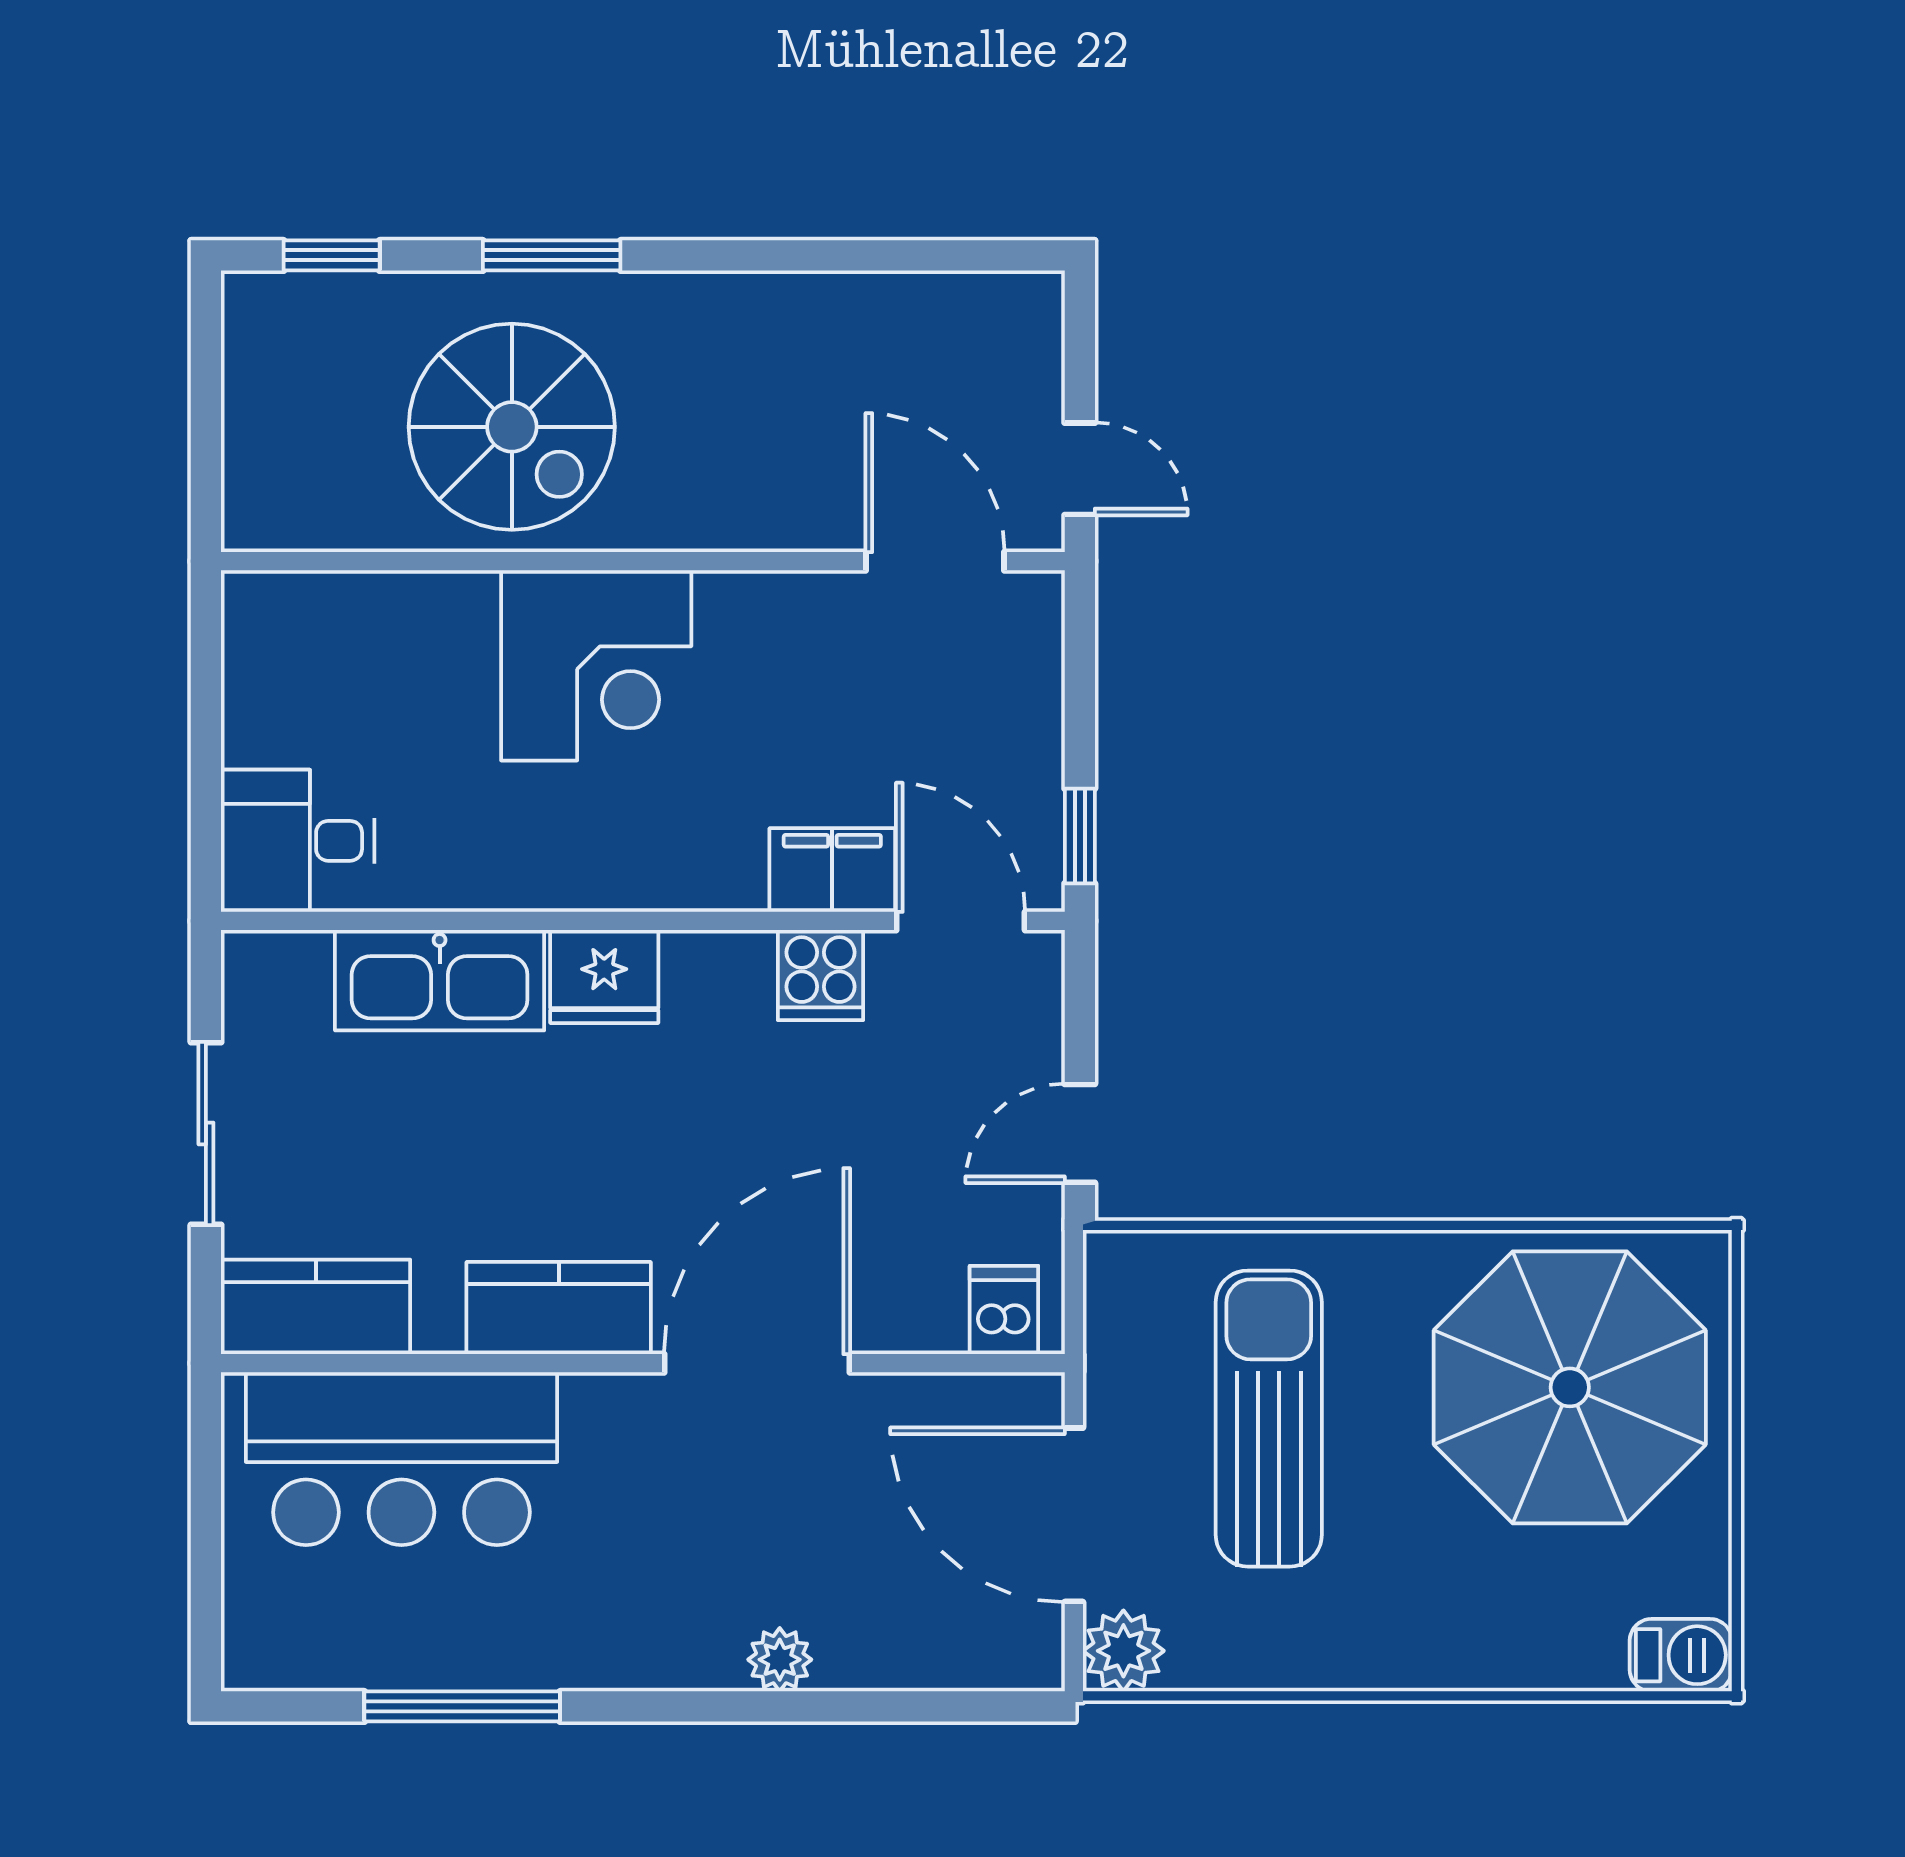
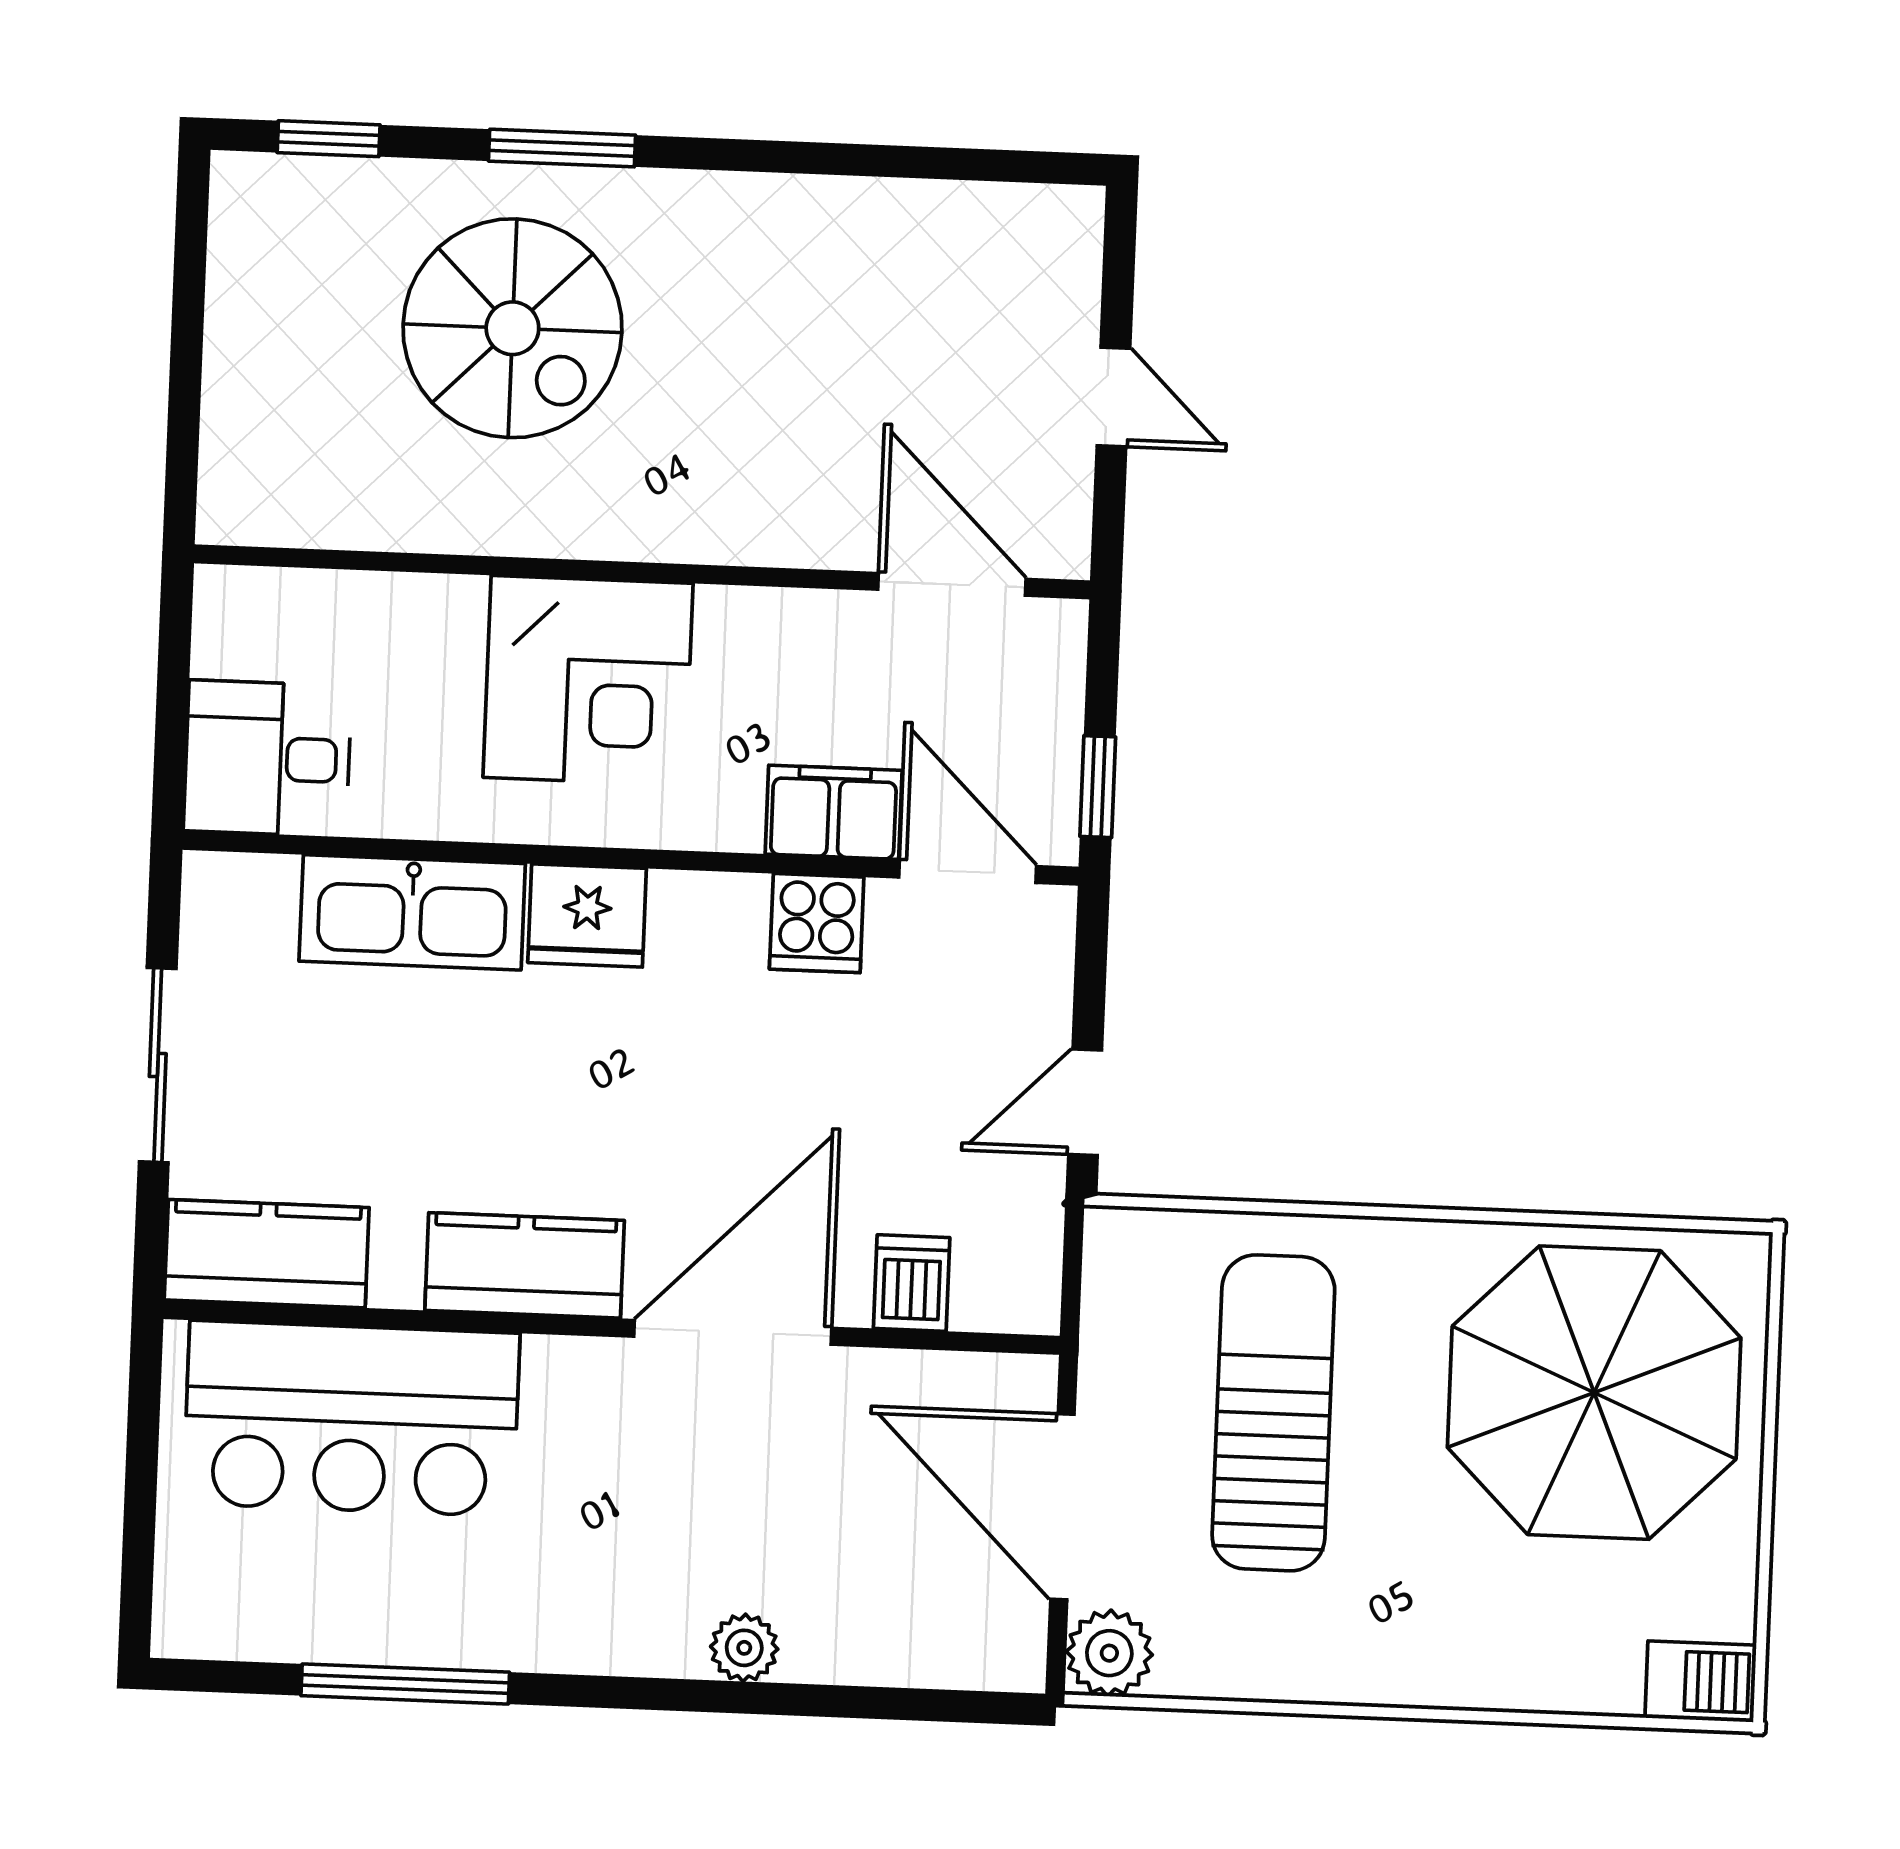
wall: (643, 561) -> (642, 572), moved
door: (935, 561) -> (952, 584), moved
corner desk: (596, 665) -> (588, 680), moved
dishwasher: (1004, 1310) -> (912, 1283), moved

